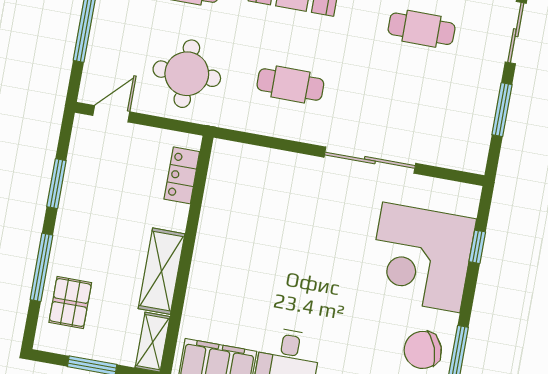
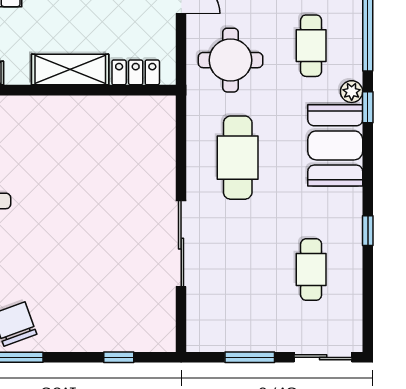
cafe table: (290, 85) -> (238, 158), width x1.37, depth x1.35
corner desk: (421, 257) -> (100, 307), removed
shelving: (162, 271) -> (70, 70), moved

